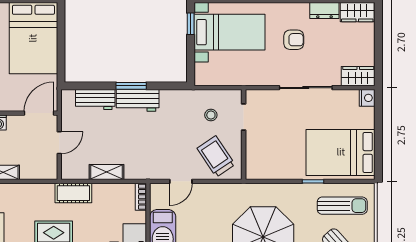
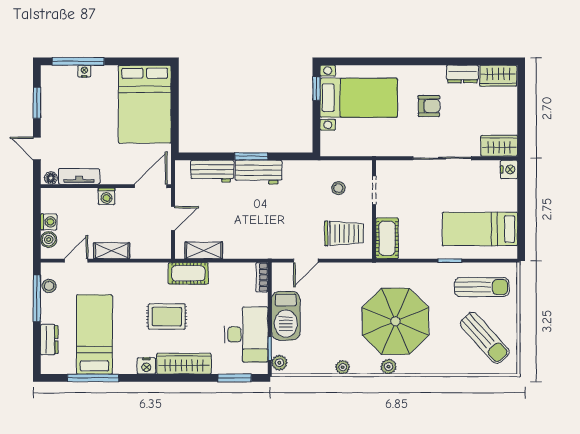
bed: (341, 152) -> (480, 229), width x0.67
trolley: (216, 156) -> (344, 233), turned 124
cot: (255, 161) -> (387, 238), added
shelving: (106, 172) -> (204, 250), moved

